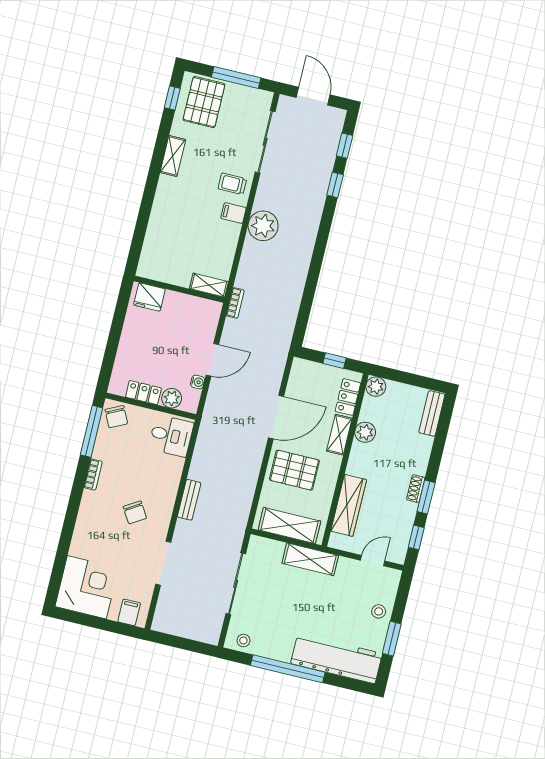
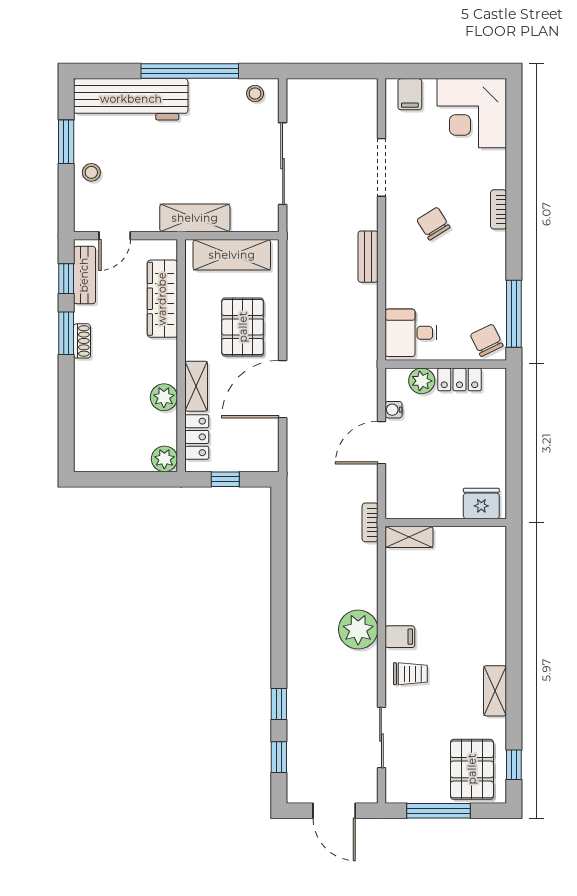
sliding door: (265, 142) -> (381, 737), width x0.73
bench: (432, 413) -> (84, 275), moved
pallet: (294, 470) -> (243, 327), turned 90
bookcase: (93, 475) -> (499, 209), moved

